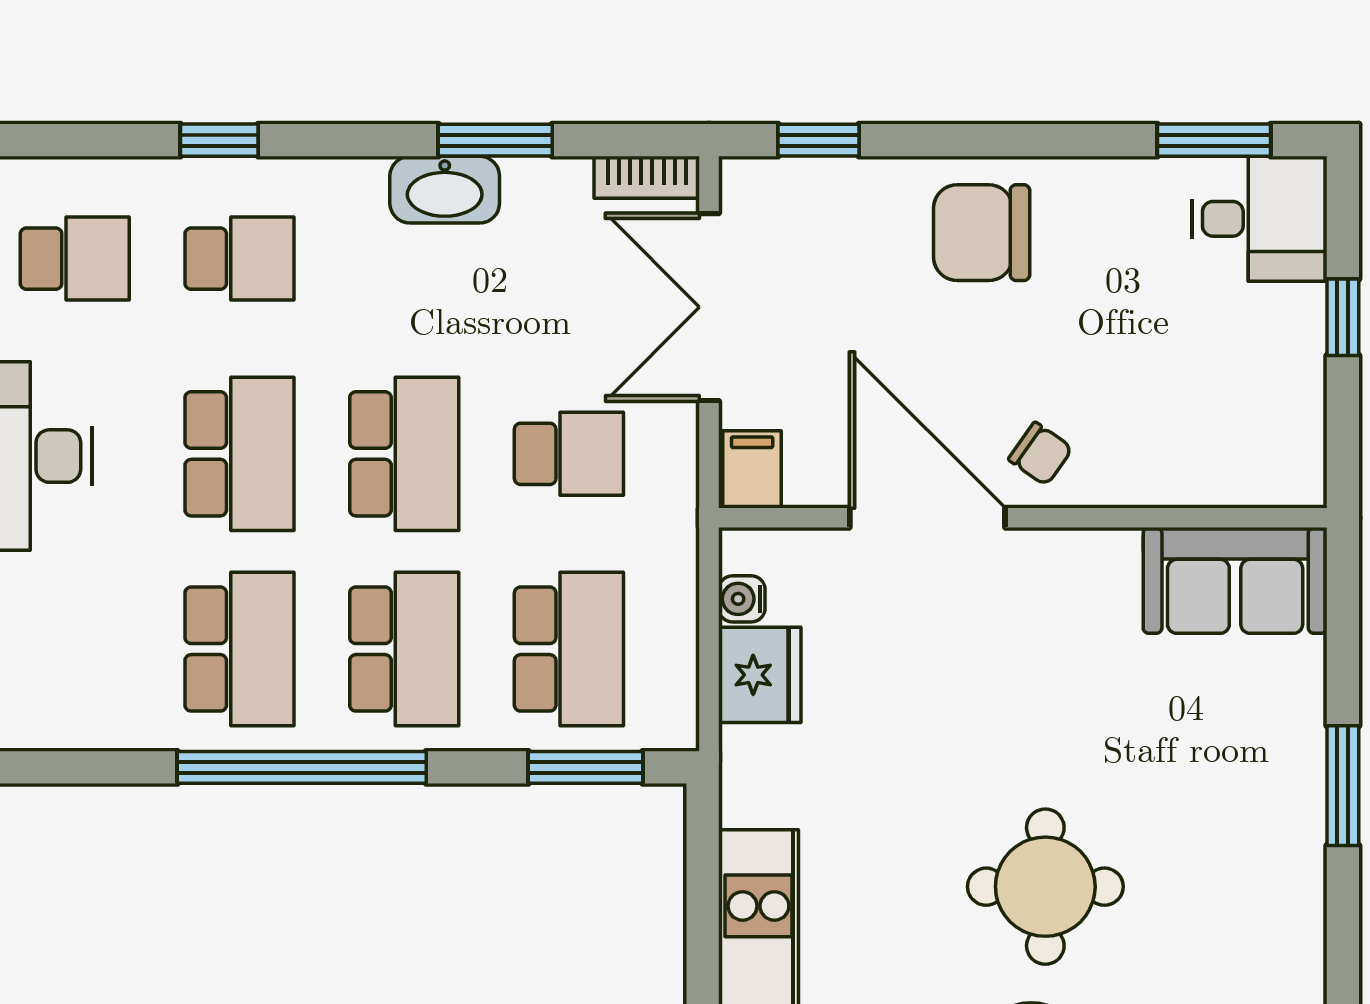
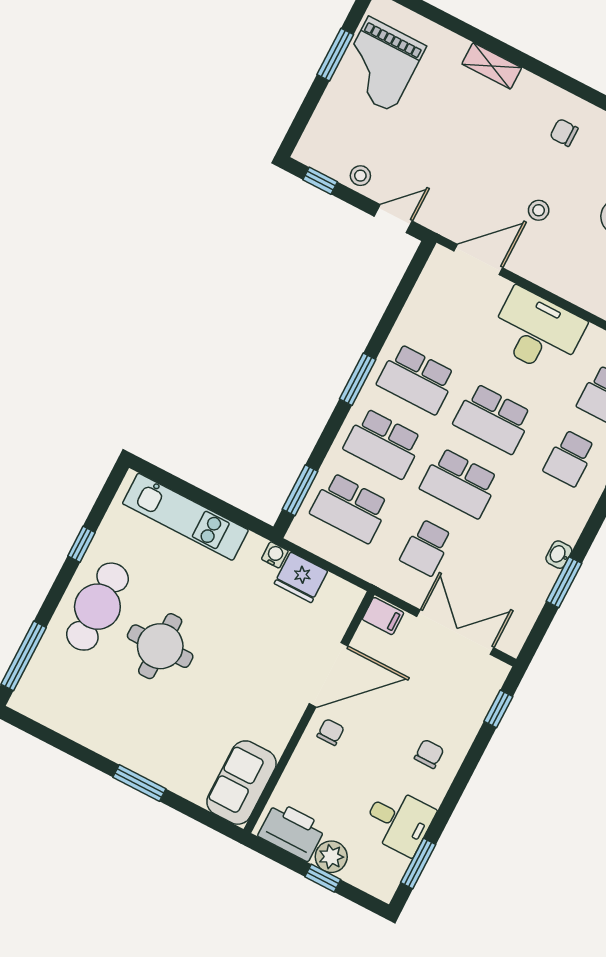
bookcase: (647, 177) -> (519, 634), removed
washbasin: (445, 190) -> (559, 555), width x0.52, depth x0.69
desk: (1259, 219) -> (399, 821), moved, turned -90
chair: (982, 233) -> (429, 754), width x0.54, depth x0.54
plant: (1291, 322) -> (331, 857), added
printer: (1280, 428) -> (292, 831), added
chair: (1040, 454) -> (331, 732), turned 145
water cooler: (742, 599) -> (275, 555), moved
window: (302, 767) -> (358, 379), width x0.47

